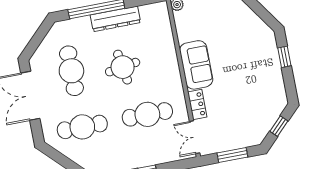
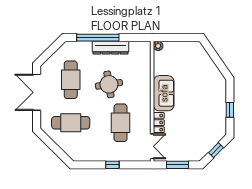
window: (284, 57) -> (230, 110), moved
cafe table: (147, 114) -> (121, 123), turned 90
double door: (195, 137) -> (152, 146), swing flipped

